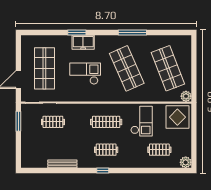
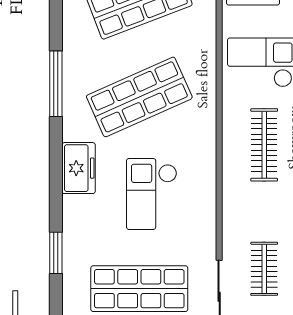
window: (77, 32) -> (56, 253), moved
freezer: (83, 42) -> (79, 168), moved

